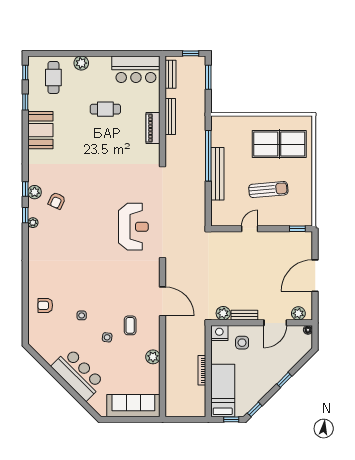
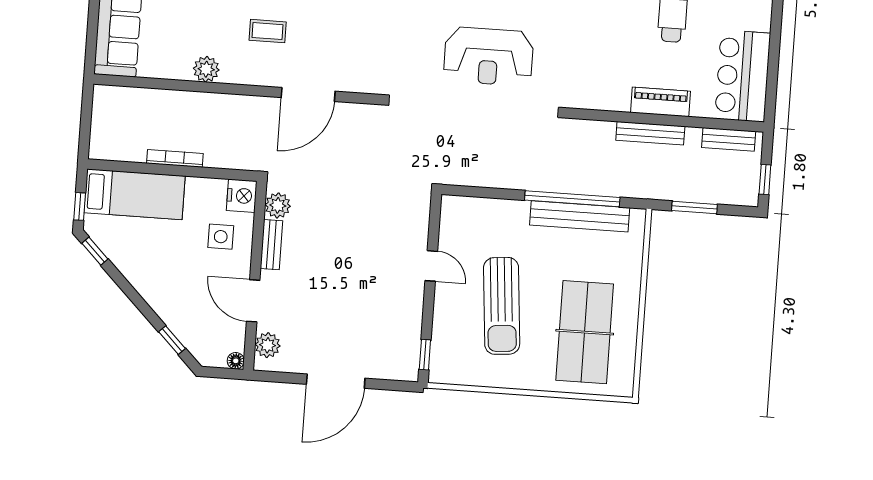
window: (208, 77) -> (694, 208), moved
piano: (153, 128) -> (660, 102), moved
bench: (217, 174) -> (580, 216), moved
sun lounger: (268, 190) -> (502, 306), width x1.36, depth x1.34
reception desk: (133, 227) -> (489, 56), moved
door: (315, 276) -> (336, 381), swing flipped
window: (284, 380) -> (172, 340), moved

